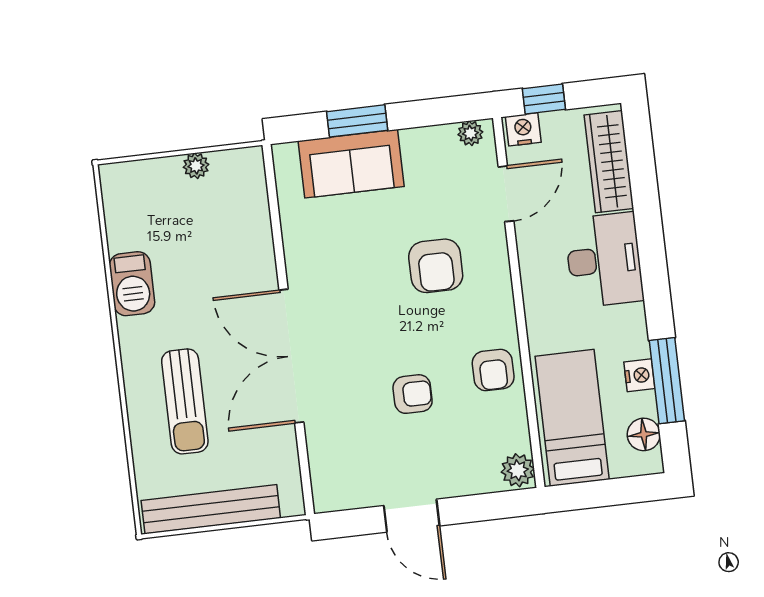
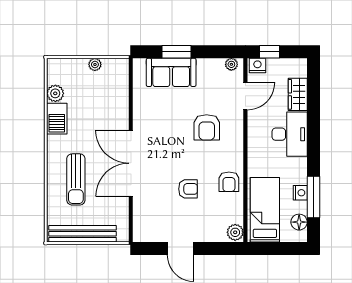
wardrobe: (609, 162) -> (298, 94), width x0.67
plant: (123, 233) -> (55, 93), added

